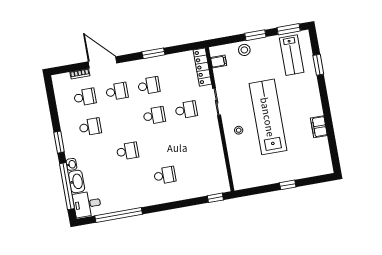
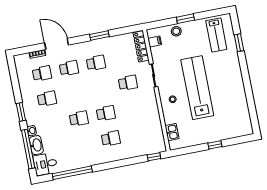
window: (289, 29) -> (213, 13), removed
school desk: (154, 116) -> (106, 113), moved
filing cabinet: (319, 127) -> (240, 95), removed
kitchen sink: (237, 169) -> (172, 132), added

